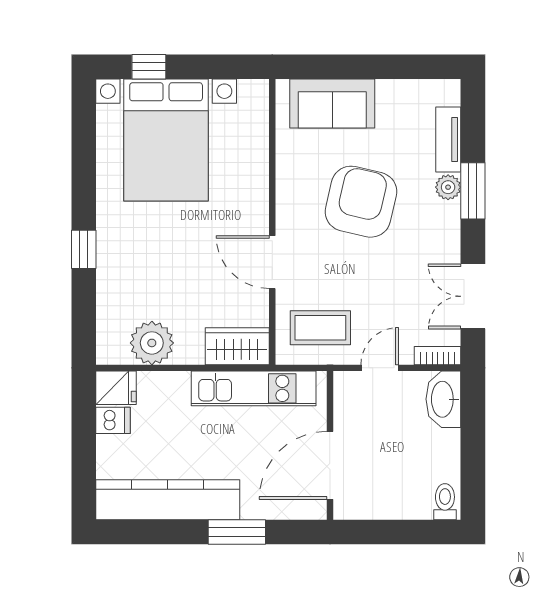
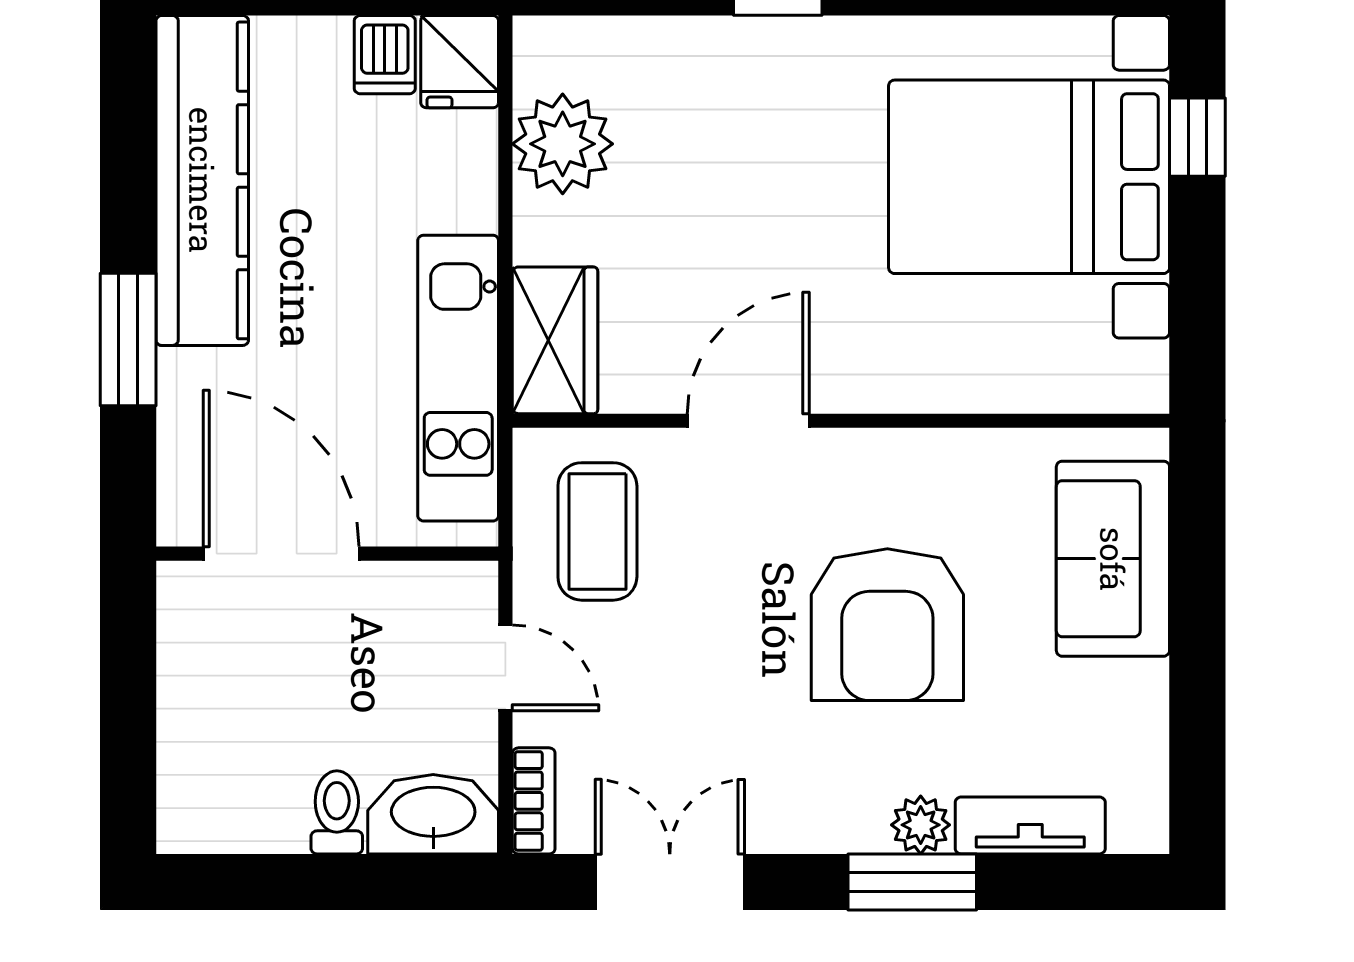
armchair: (361, 202) -> (887, 625), turned 77
toilet: (445, 502) -> (337, 812), moved, turned -90

